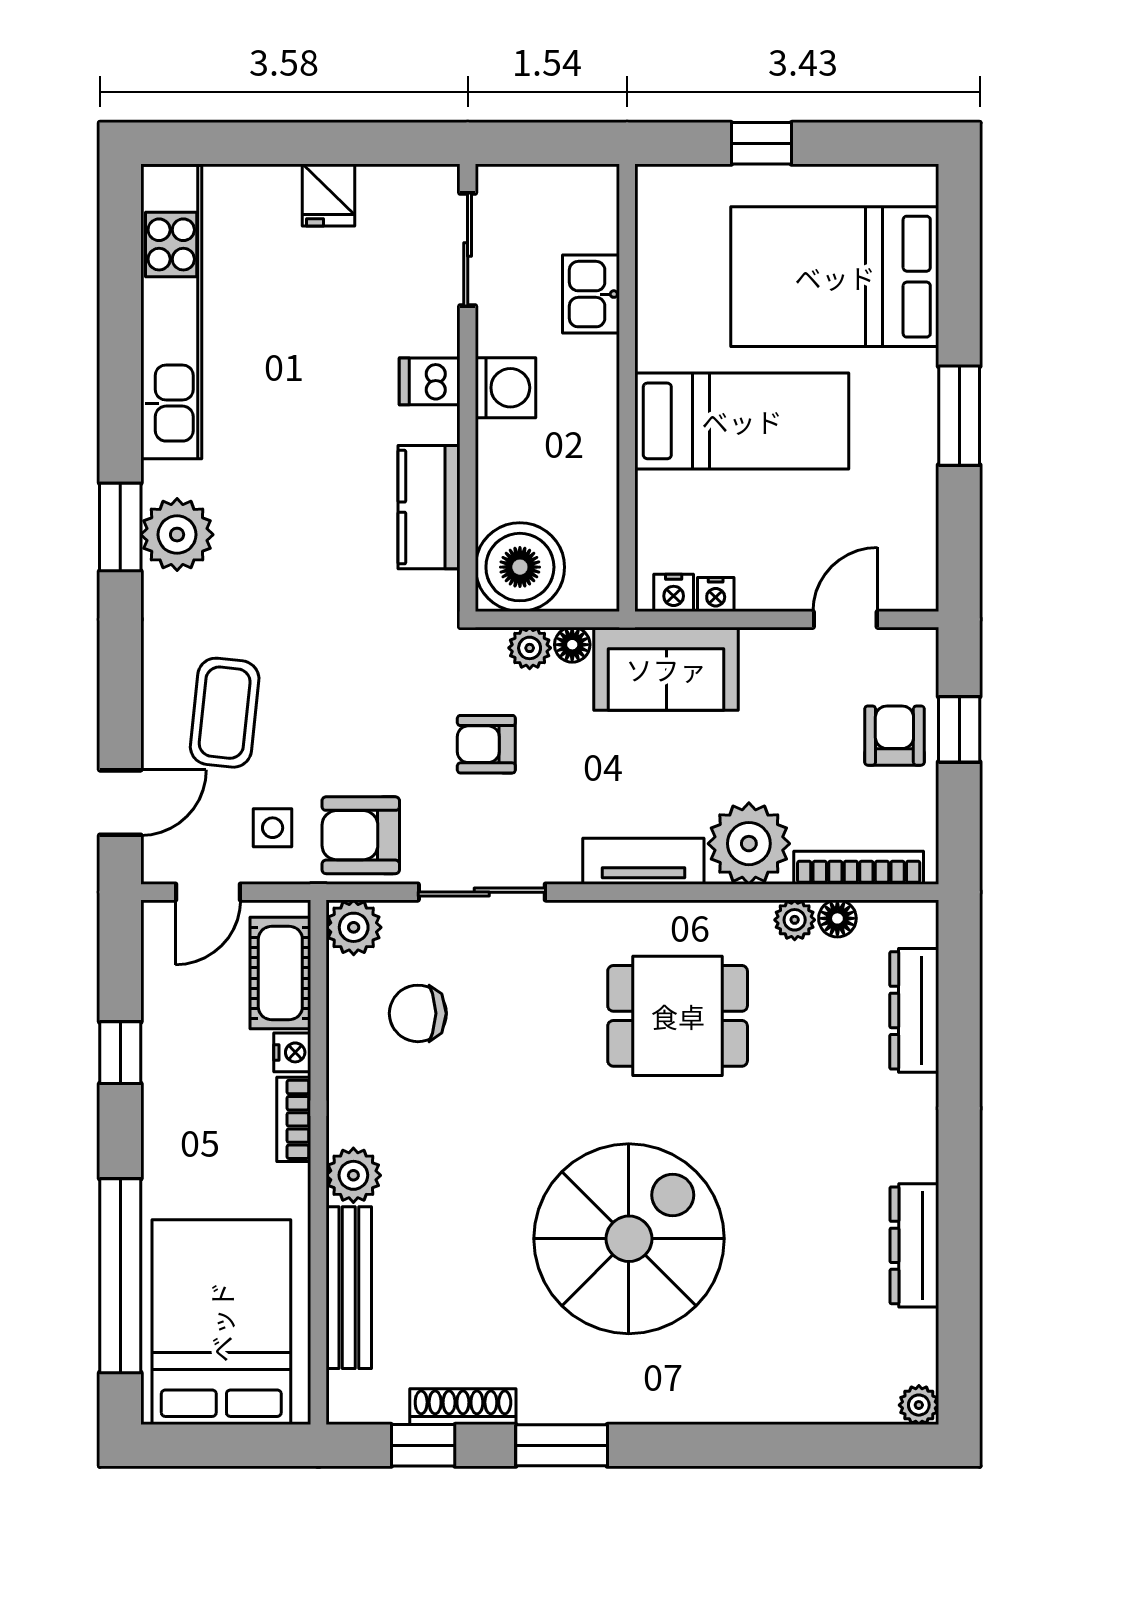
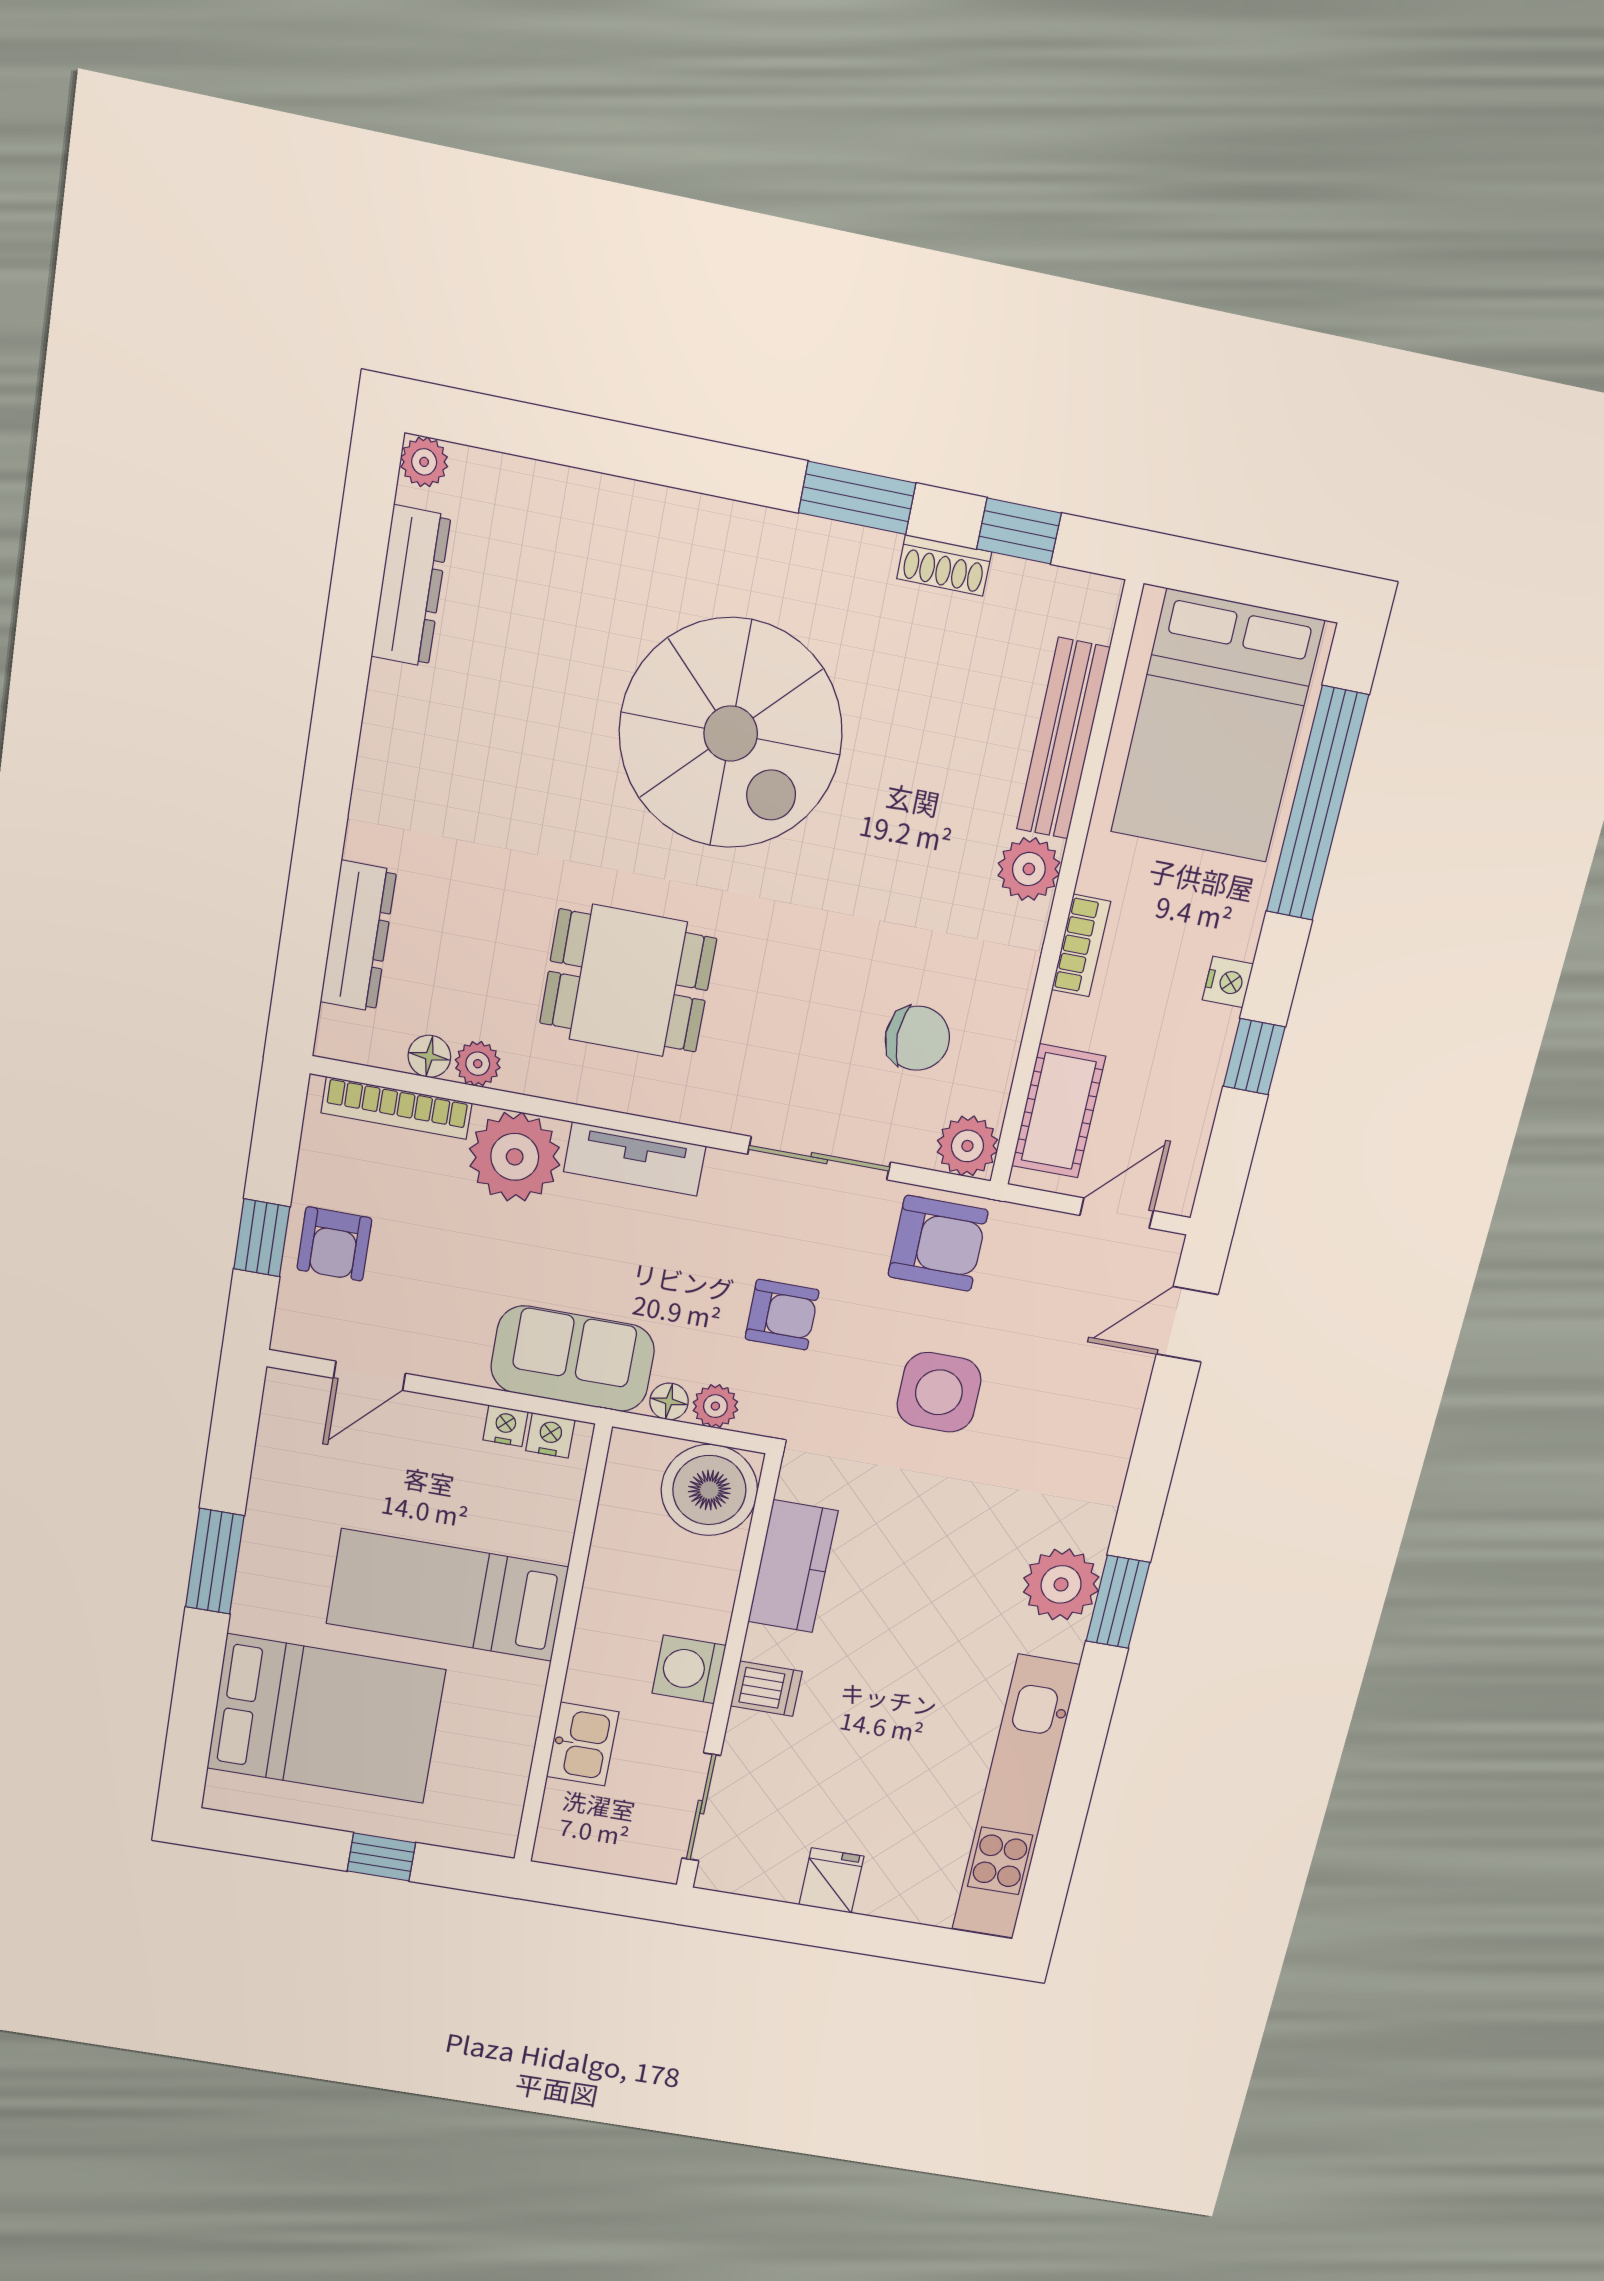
coffee table: (225, 713) -> (1054, 1397), removed
side table: (273, 828) -> (939, 1392), moved, width x1.87, depth x1.87
nightstand: (292, 1052) -> (1228, 982), moved, turned 180
spiral stairs: (629, 1239) -> (731, 734), turned -90
dresser: (914, 1245) -> (411, 586), moved
shoe rack: (463, 1407) -> (944, 565), width x0.70

